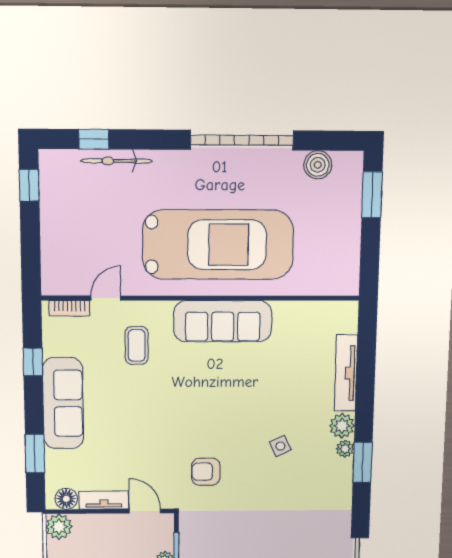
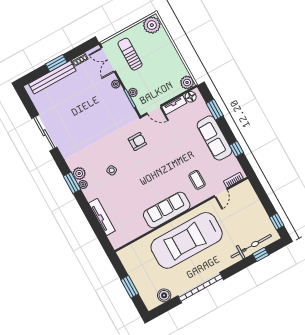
bicycle: (116, 161) -> (251, 246), width x1.37, depth x1.40
window: (372, 195) -> (130, 287), moved
plant: (342, 426) -> (79, 174), moved

